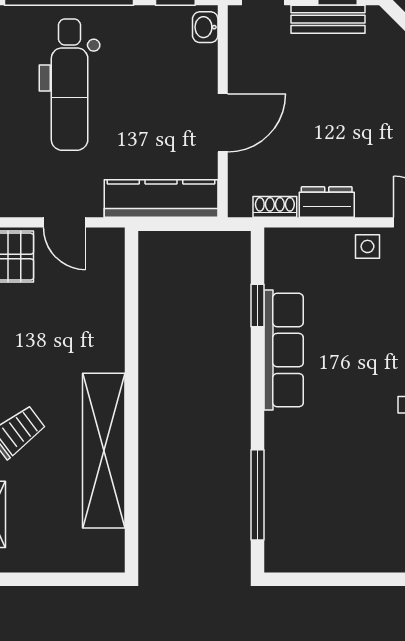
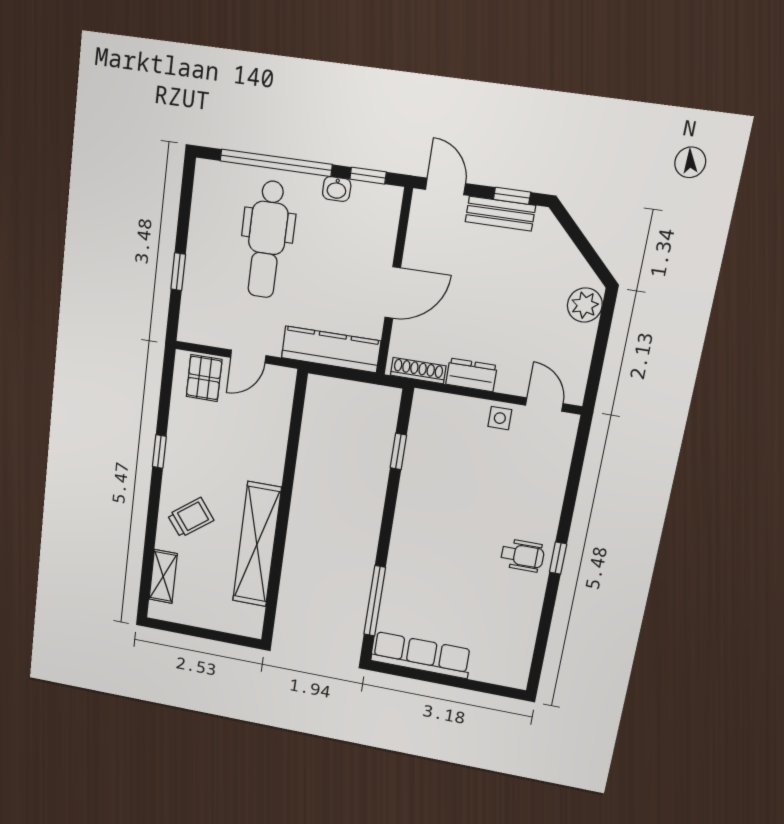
washbasin: (205, 27) -> (337, 189), moved, turned -90
shoe rack: (275, 207) -> (418, 371), width x1.43
door: (64, 222) -> (248, 357), hinge flipped
row of seats: (284, 350) -> (421, 655), moved, turned -90

